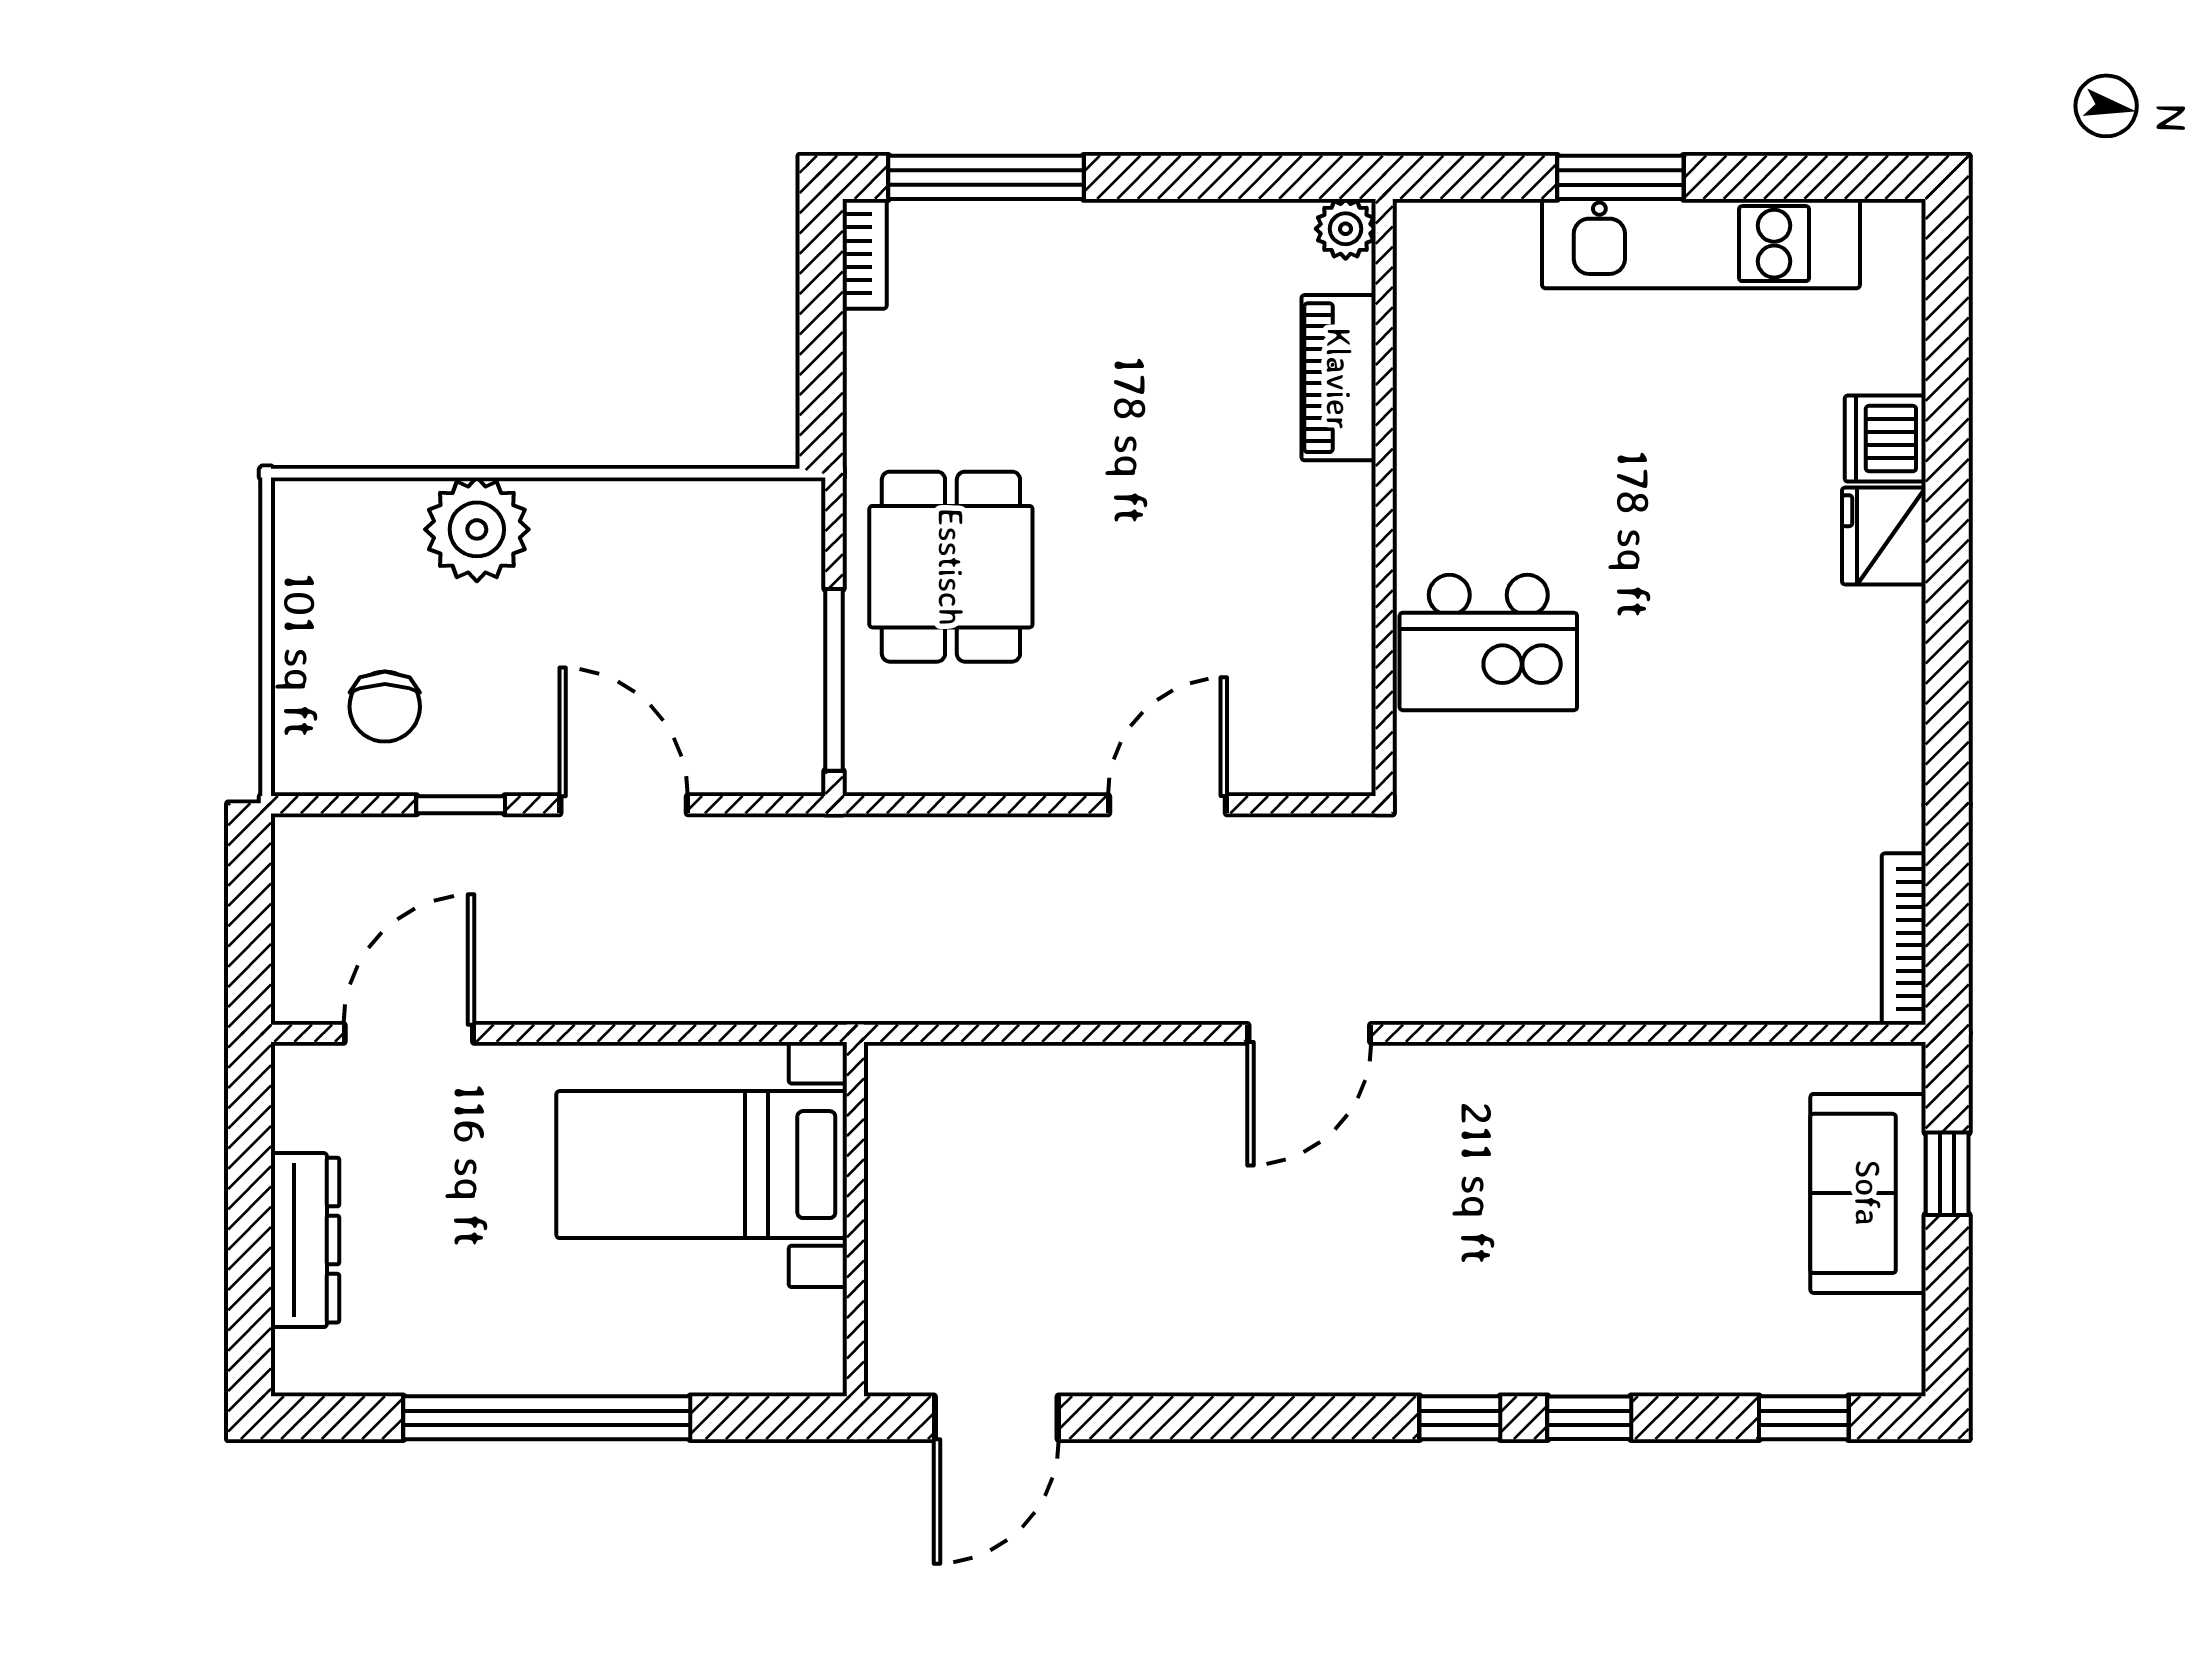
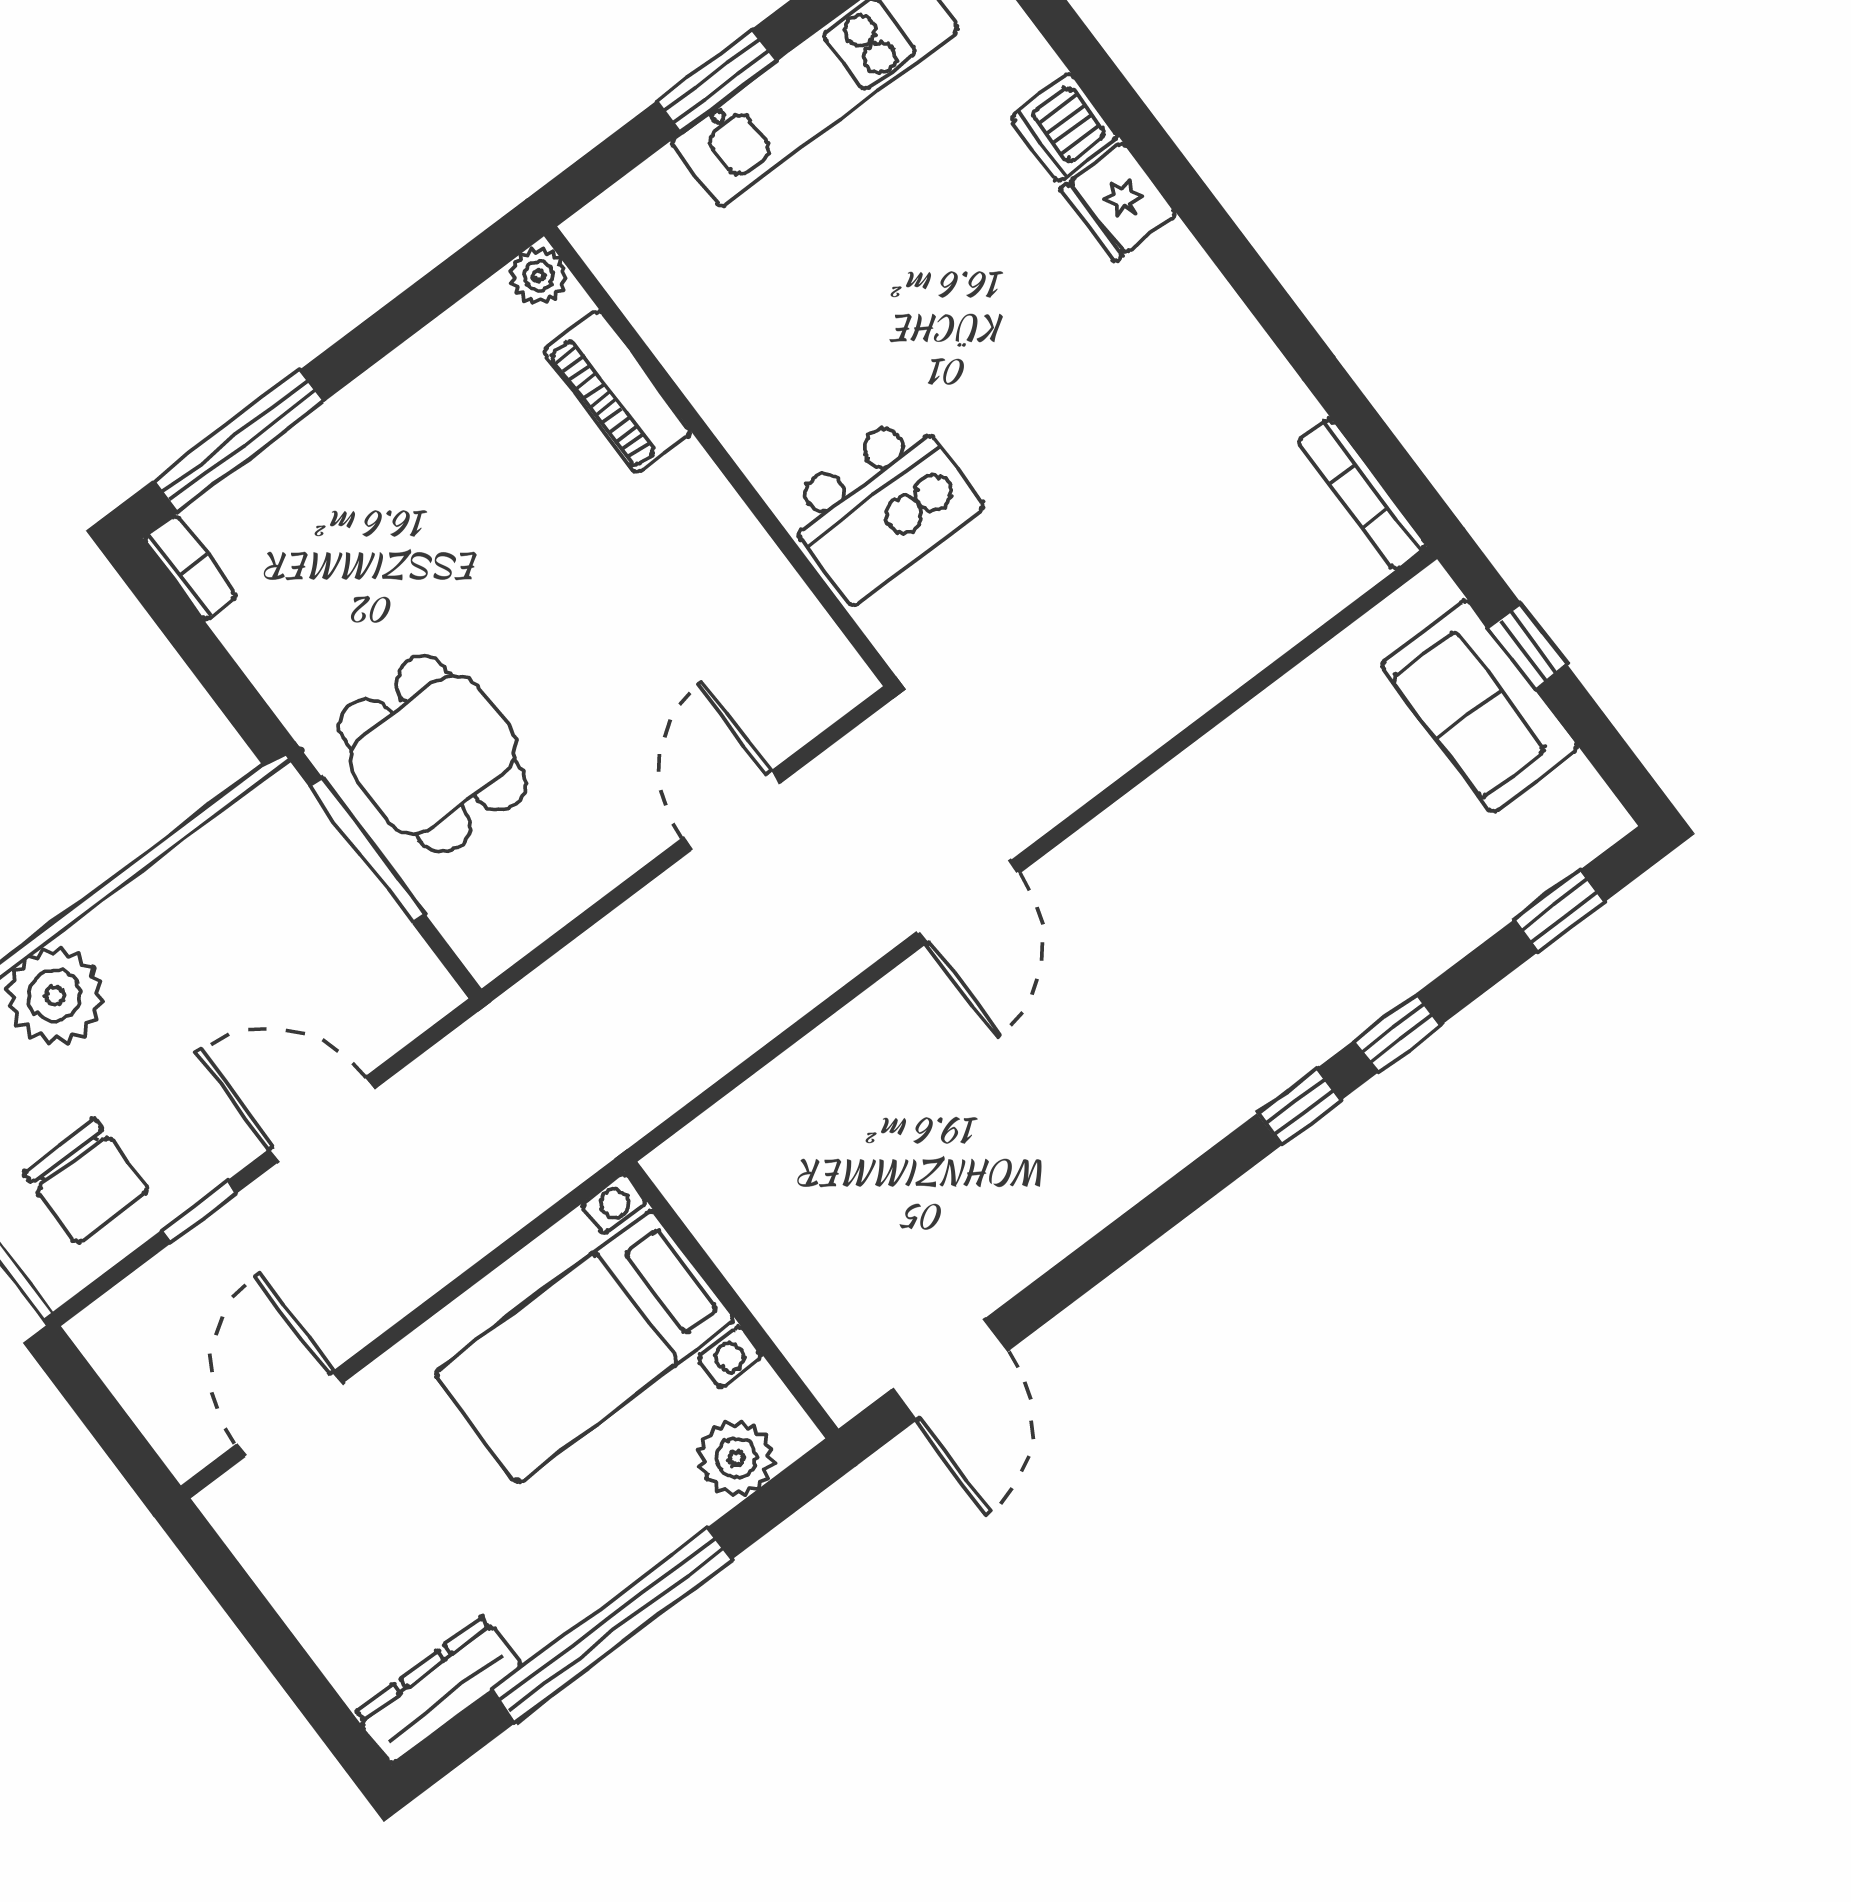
window: (834, 680) -> (367, 850), moved
chair: (385, 707) -> (86, 1181), width x1.37, depth x1.37
dresser: (305, 1240) -> (438, 1690), moved, turned -90
plant: (759, 1356) -> (736, 1458), added

